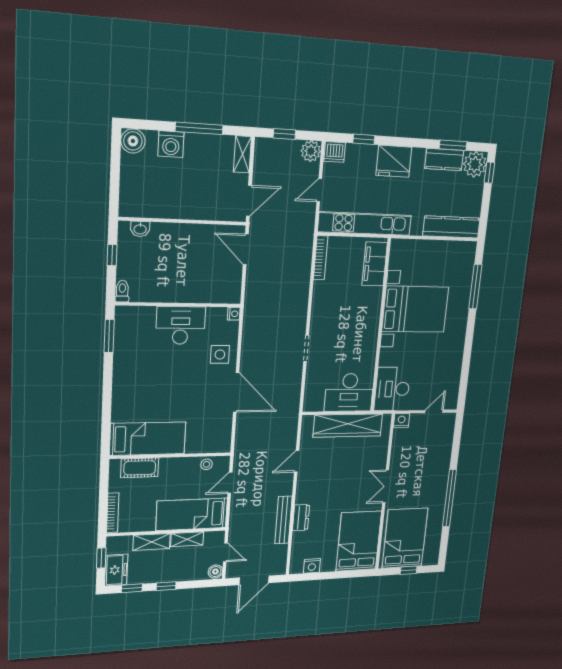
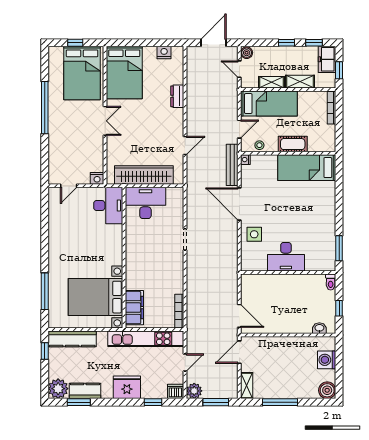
window: (284, 134) -> (216, 402), width x1.50
washing machine: (171, 144) -> (327, 360), moved, turned -90
window: (489, 173) -> (45, 351), moved
bed with nightstands: (415, 309) -> (96, 297), moved
nightstand: (234, 314) -> (245, 160), moved
cot: (140, 468) -> (293, 144), moved
bench: (283, 520) -> (232, 165), moved

